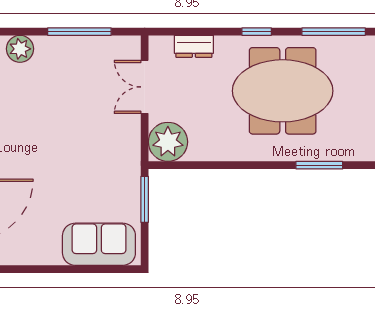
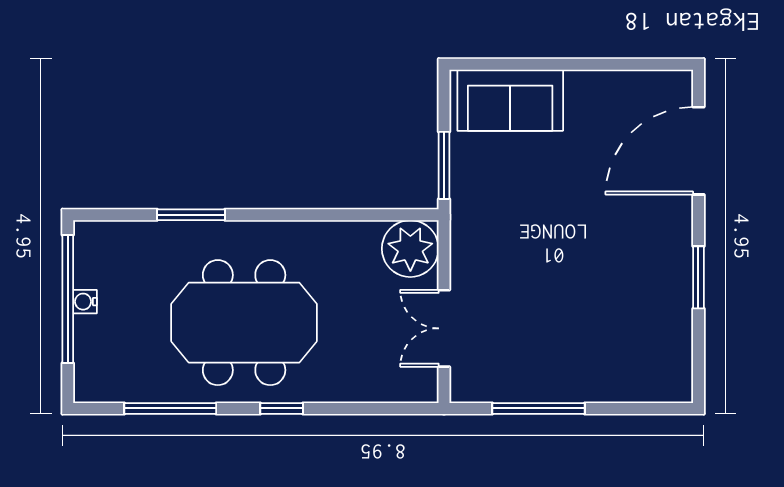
dresser: (194, 46) -> (373, 387), removed
plant: (20, 49) -> (625, 383), removed
double door: (145, 87) -> (444, 328), swing flipped

